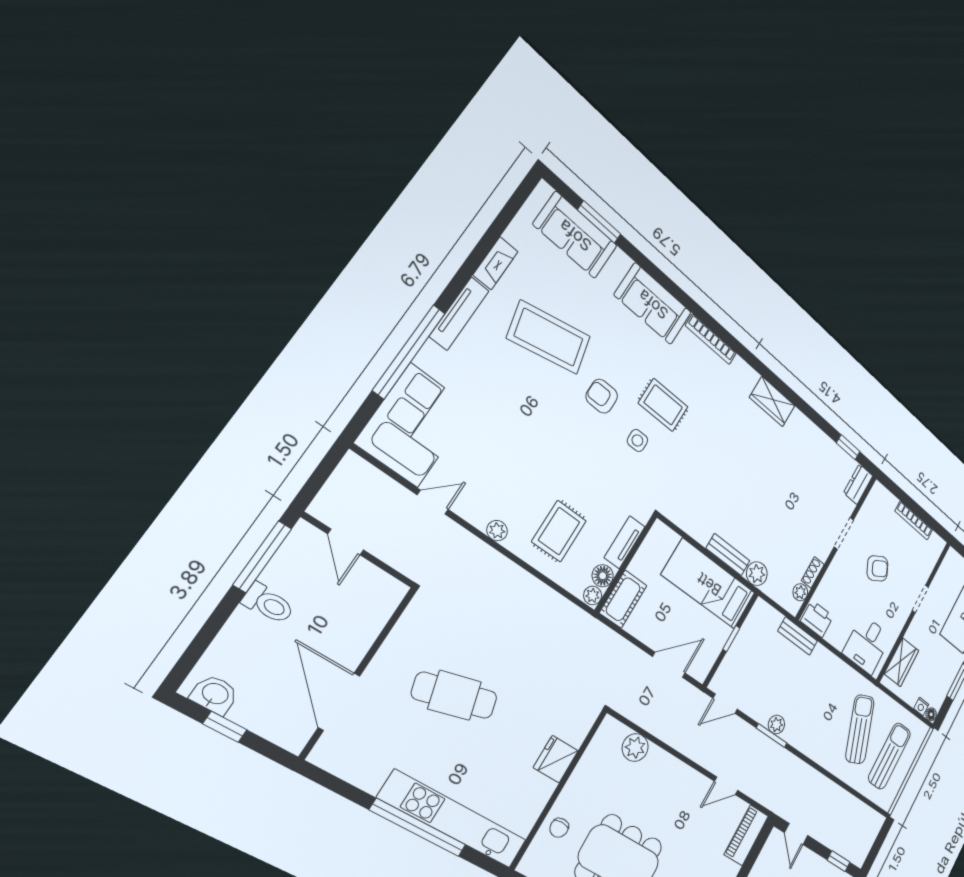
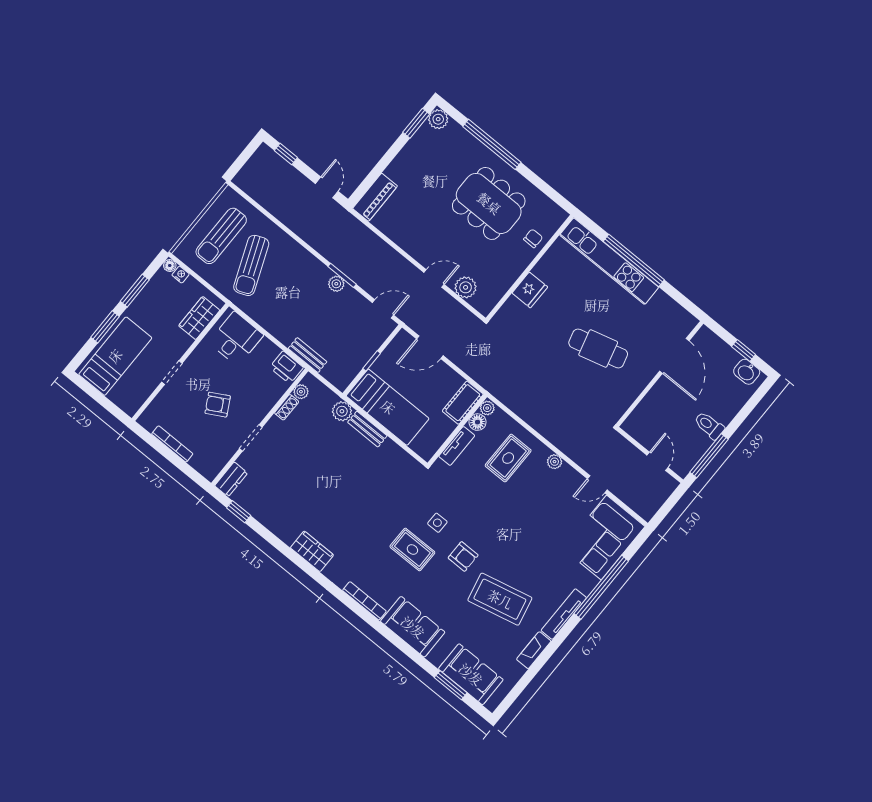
door: (726, 786) -> (434, 278), moved

